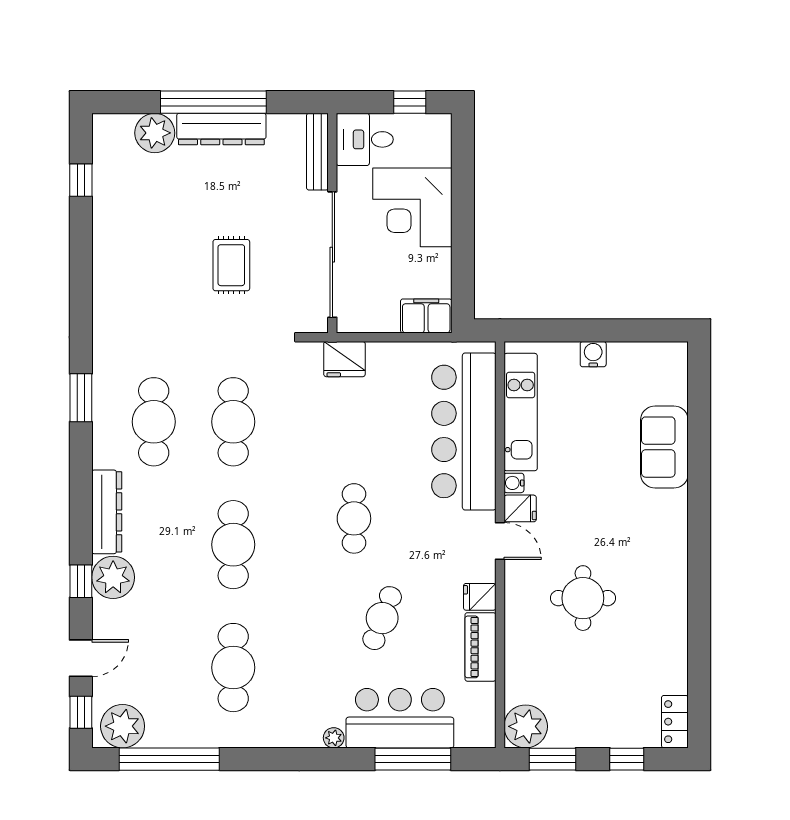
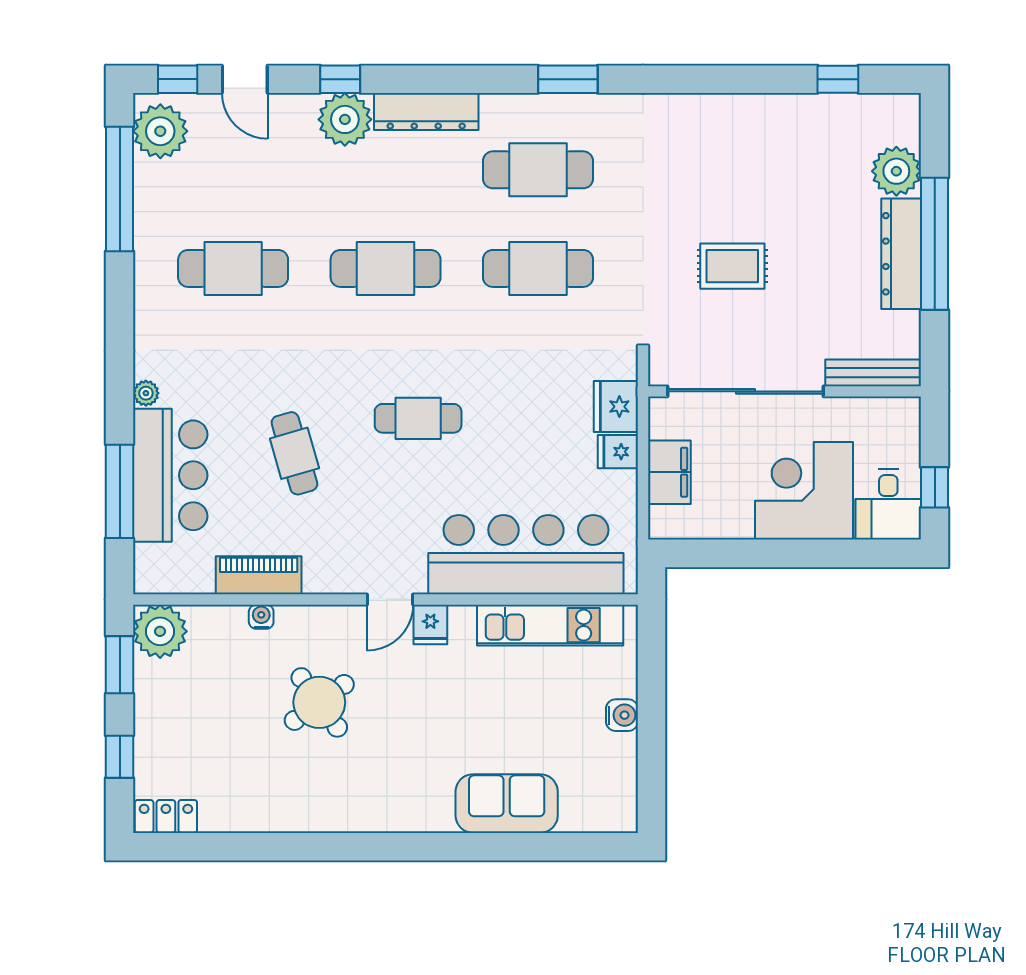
desk: (365, 139) -> (888, 505), moved, turned 180
filing cabinet: (426, 316) -> (669, 472), moved
water cooler: (514, 483) -> (261, 617), moved
fridge: (480, 597) -> (618, 452), moved, turned -90
round table: (583, 598) -> (319, 702), turned -36
cafe table: (382, 618) -> (294, 453), turned 53

